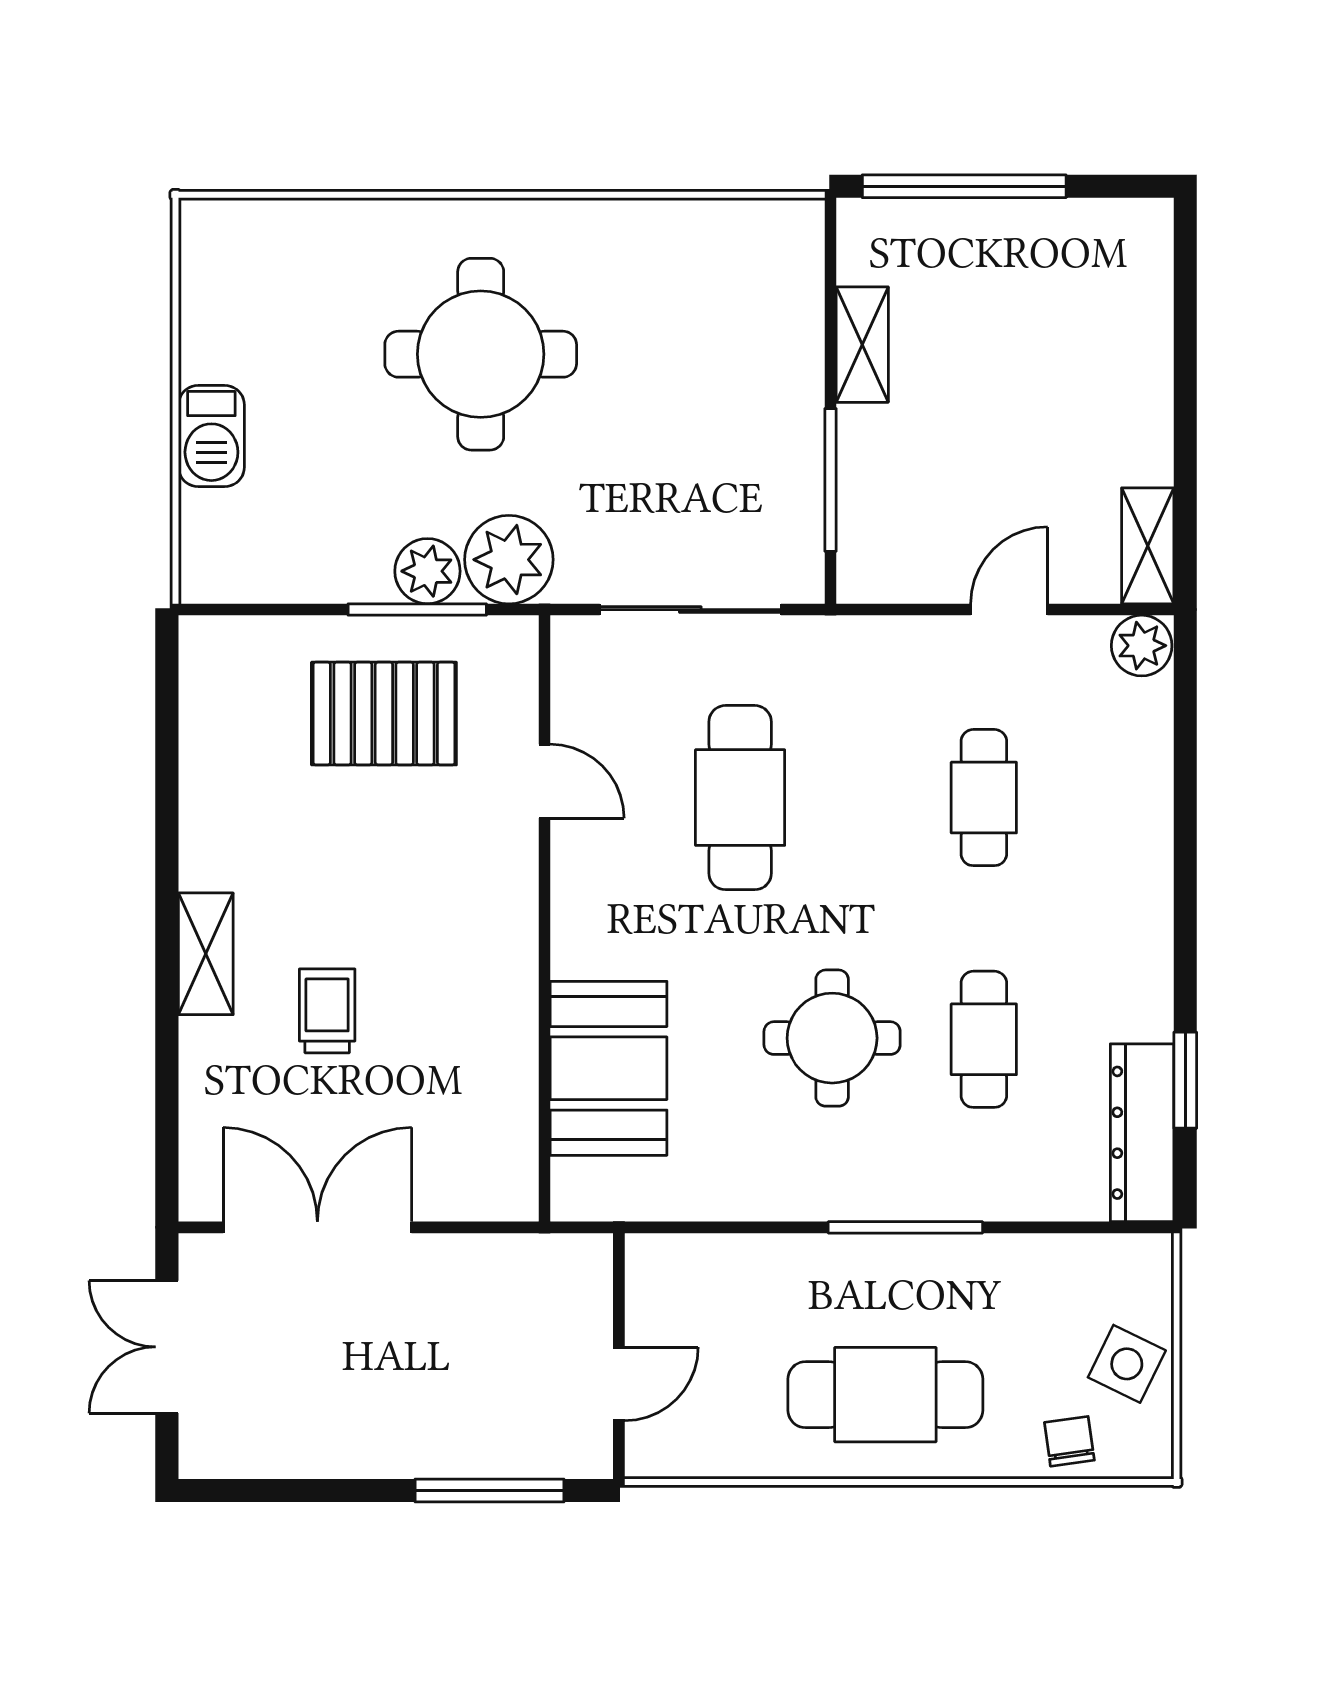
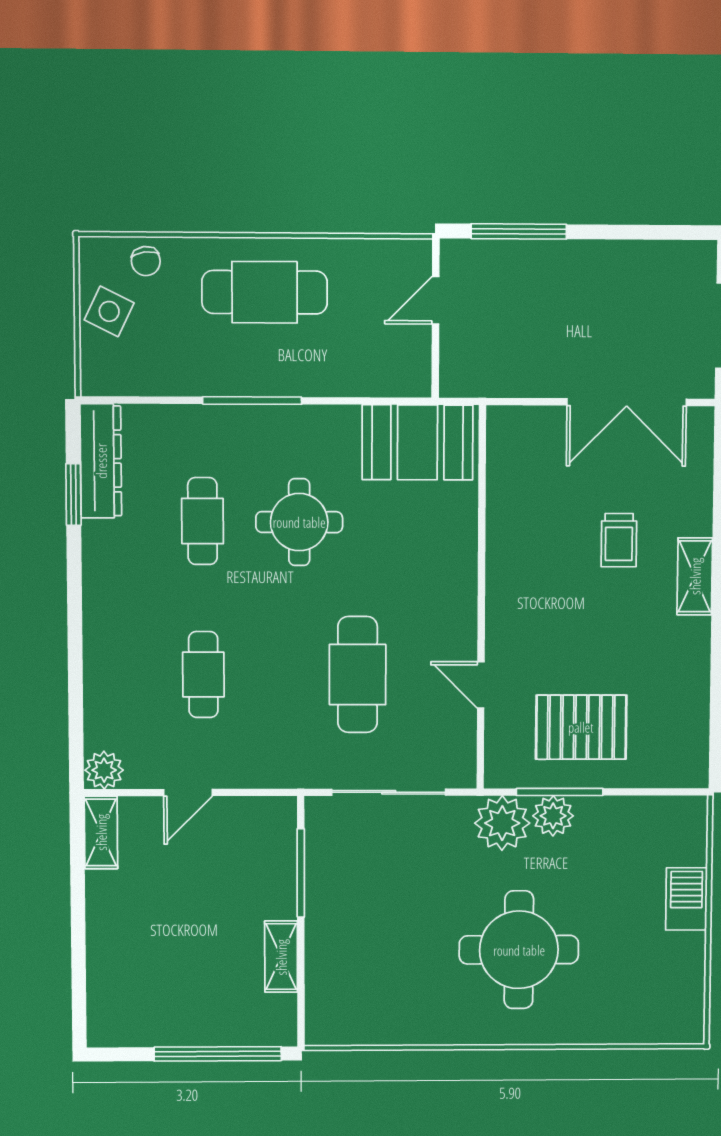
booth: (609, 1068) -> (417, 442), moved, turned 90

